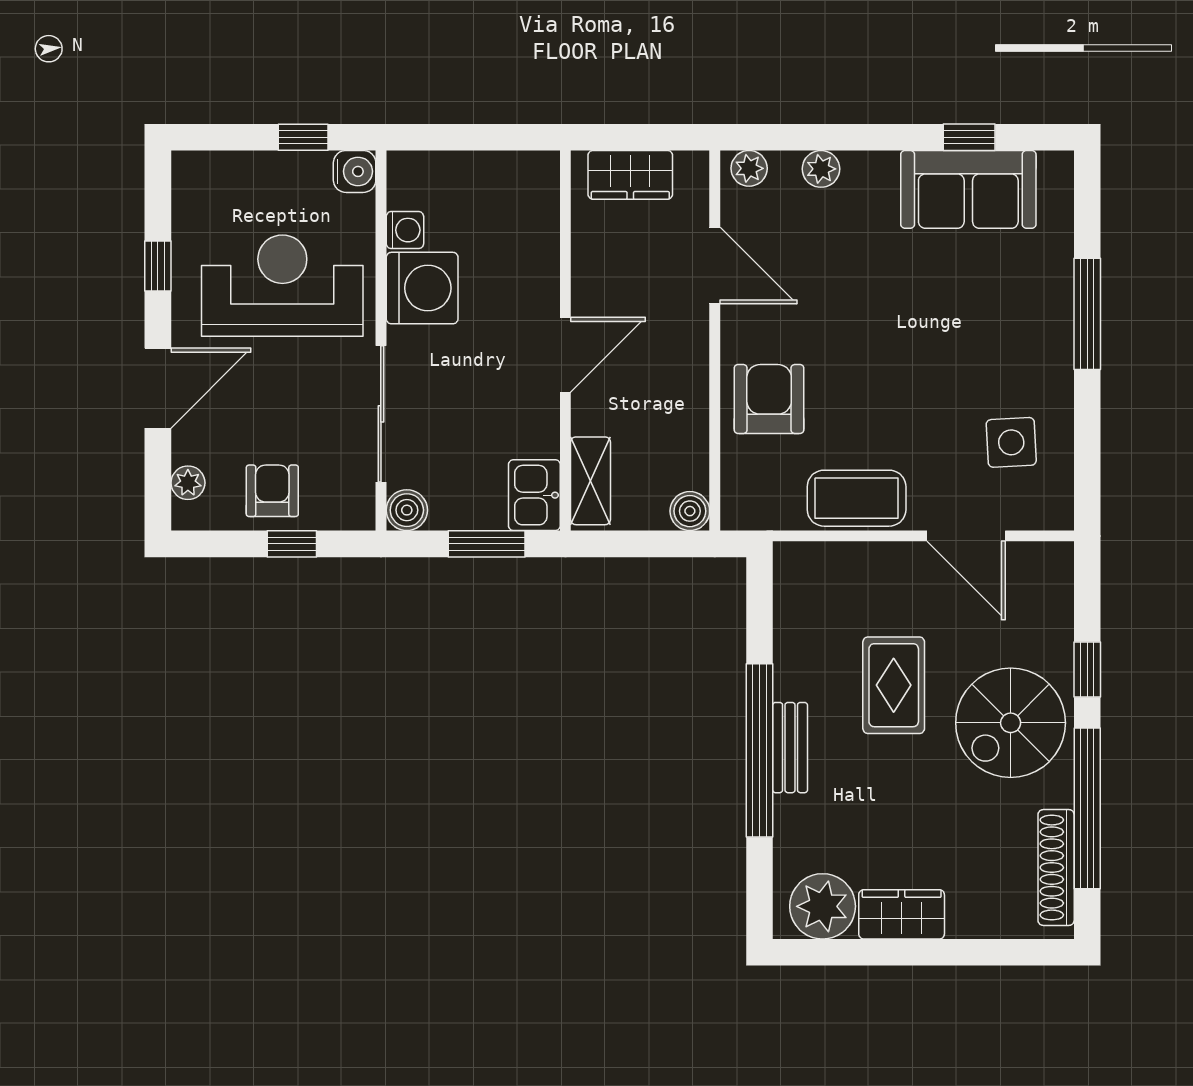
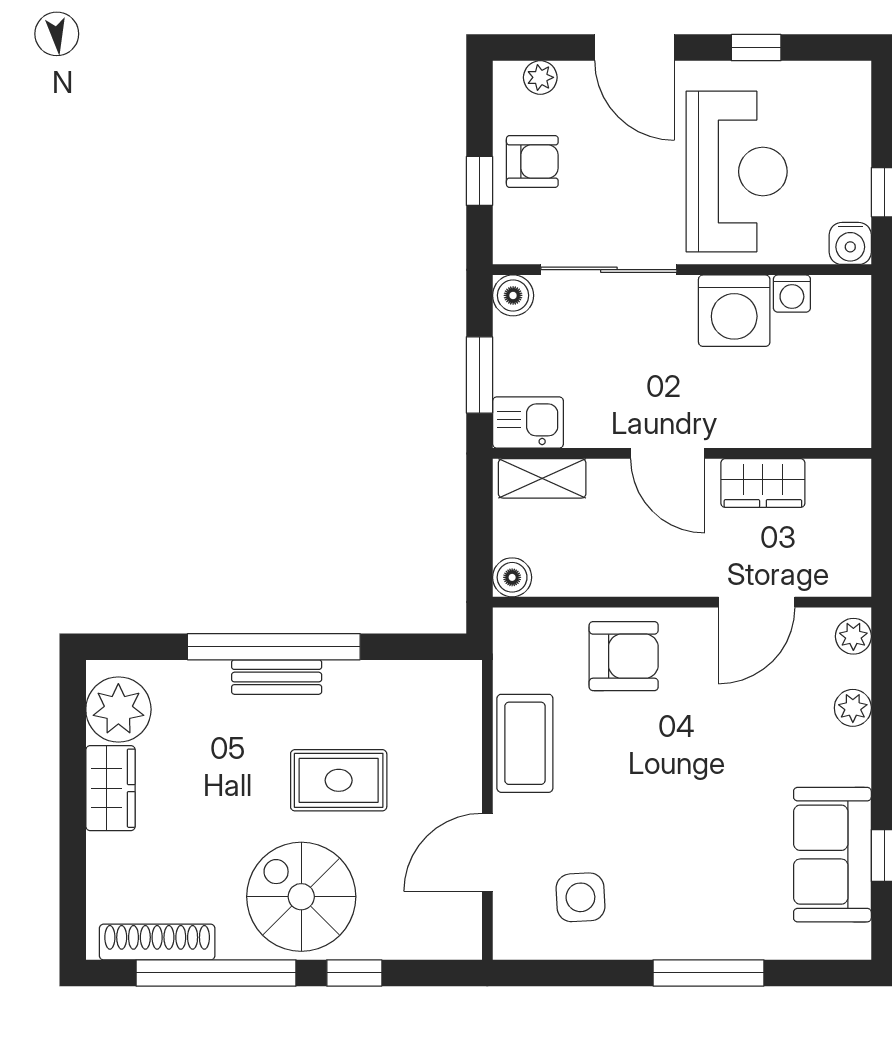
wardrobe: (630, 175) -> (763, 483), moved, turned -90

